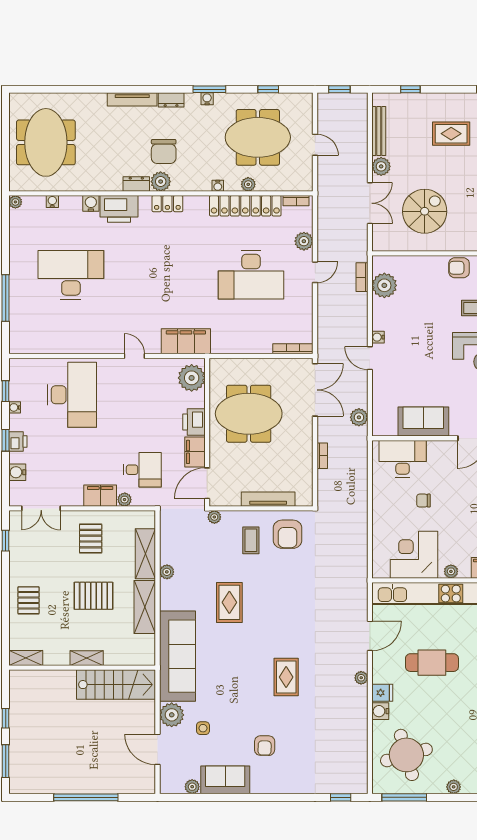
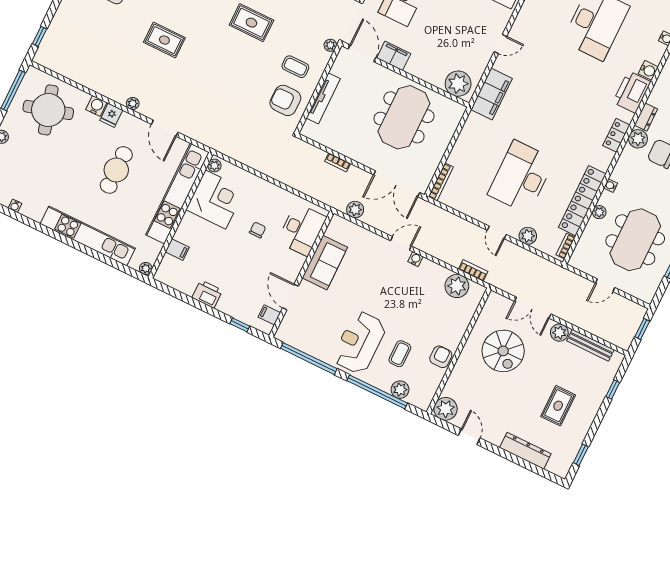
printer: (194, 422) -> (420, 67), removed
plant: (451, 571) -> (214, 165), moved

